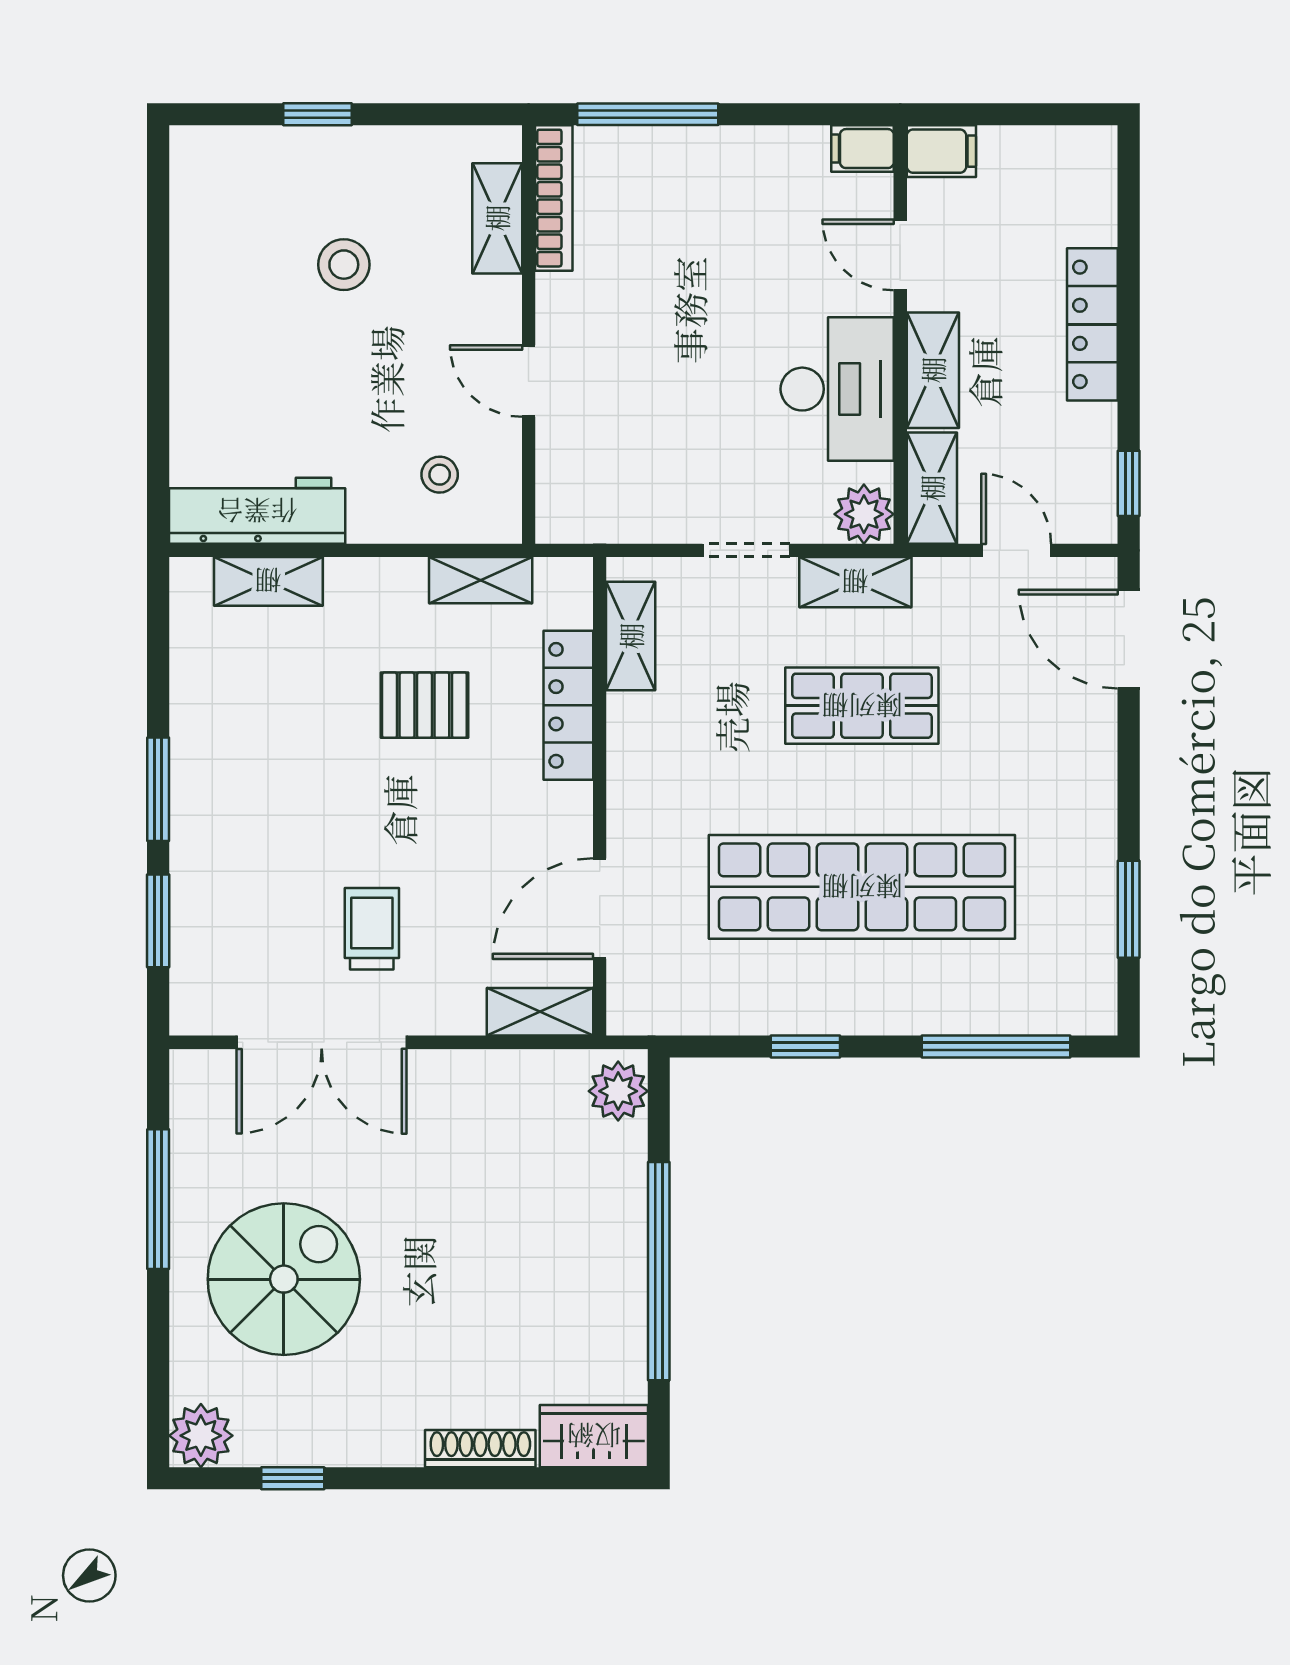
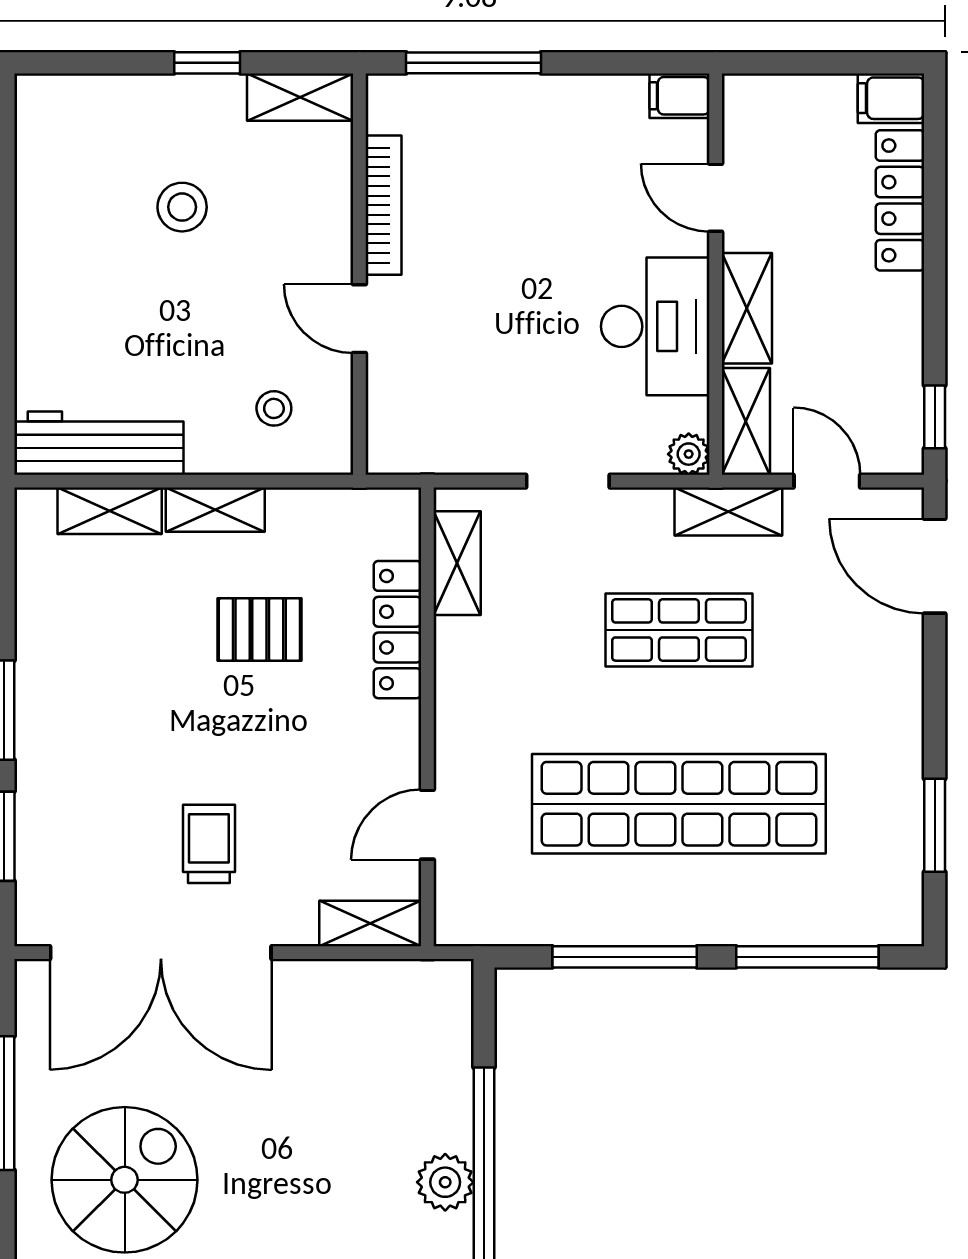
window: (318, 114) -> (207, 63), moved
filing cabinet: (941, 151) -> (891, 98), moved, turned 180
bookcase: (554, 198) -> (383, 205), moved
shelving: (497, 218) -> (300, 97), moved, turned 90
locker: (1092, 324) -> (900, 200), moved
plant: (864, 514) -> (689, 454), width x0.73, depth x0.73
shelving: (481, 580) -> (215, 510), moved
shelving: (855, 582) -> (728, 512), moved
door: (600, 909) -> (427, 825), width x0.73
double door: (322, 1042) -> (161, 953), width x1.36
window: (805, 1047) -> (625, 957), width x2.17
plant: (618, 1091) -> (445, 1182), moved

